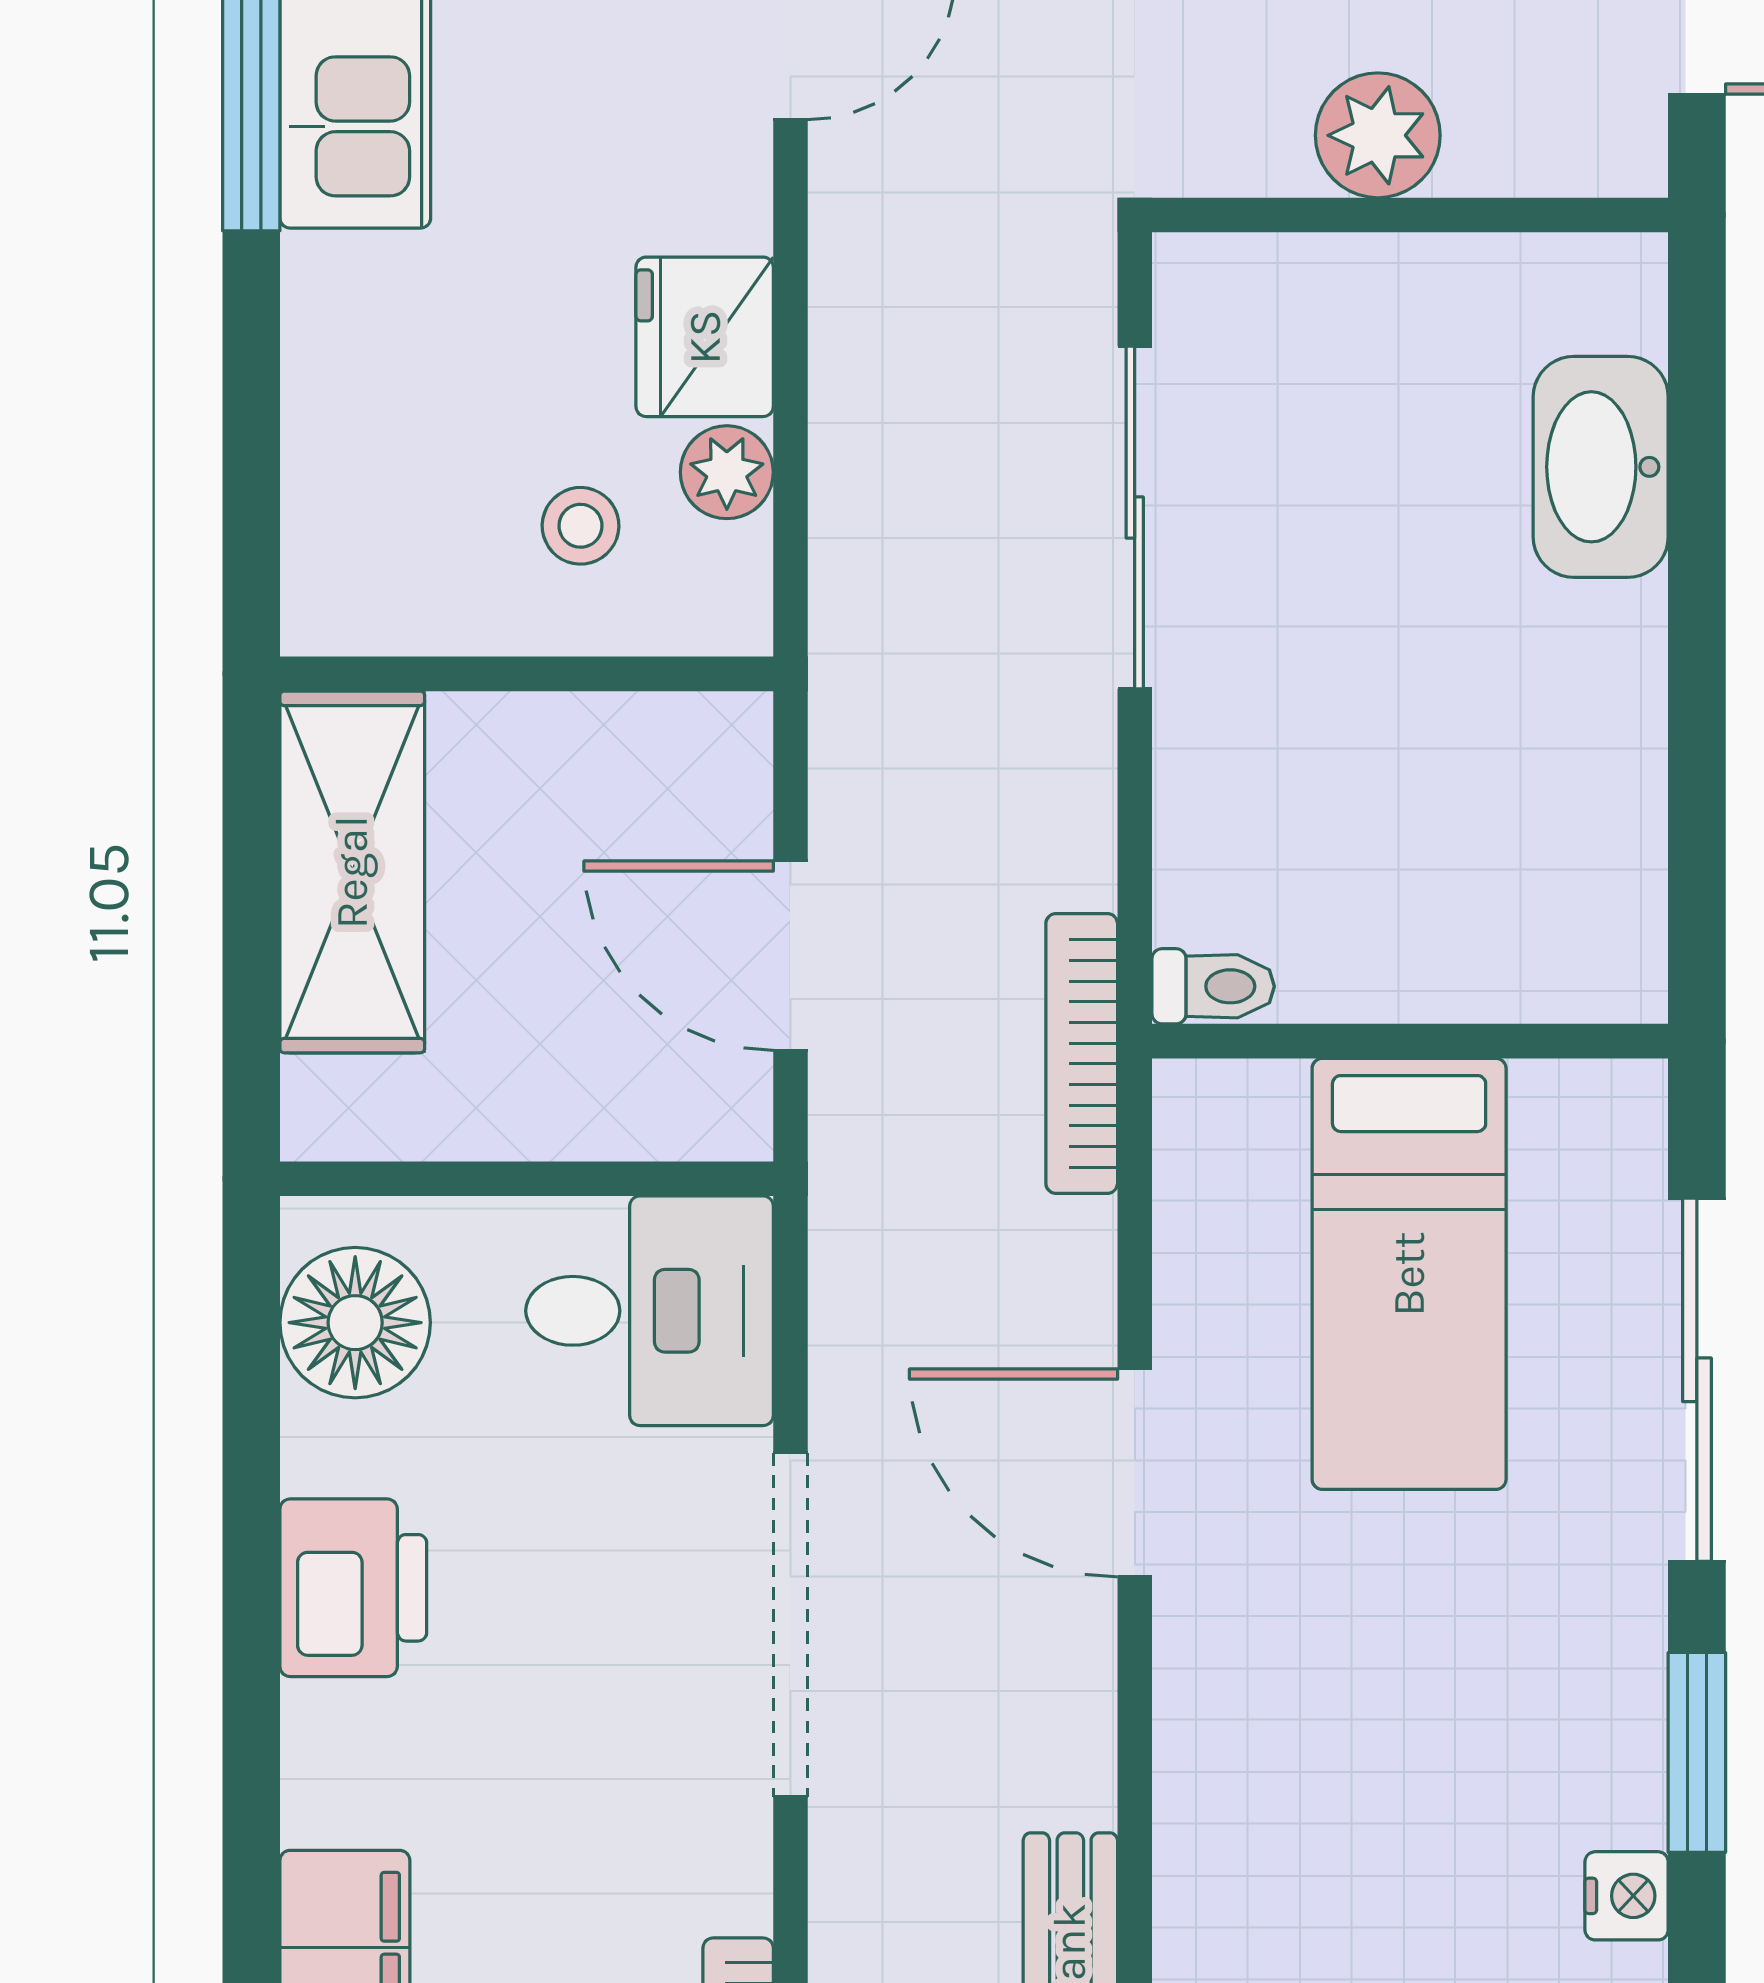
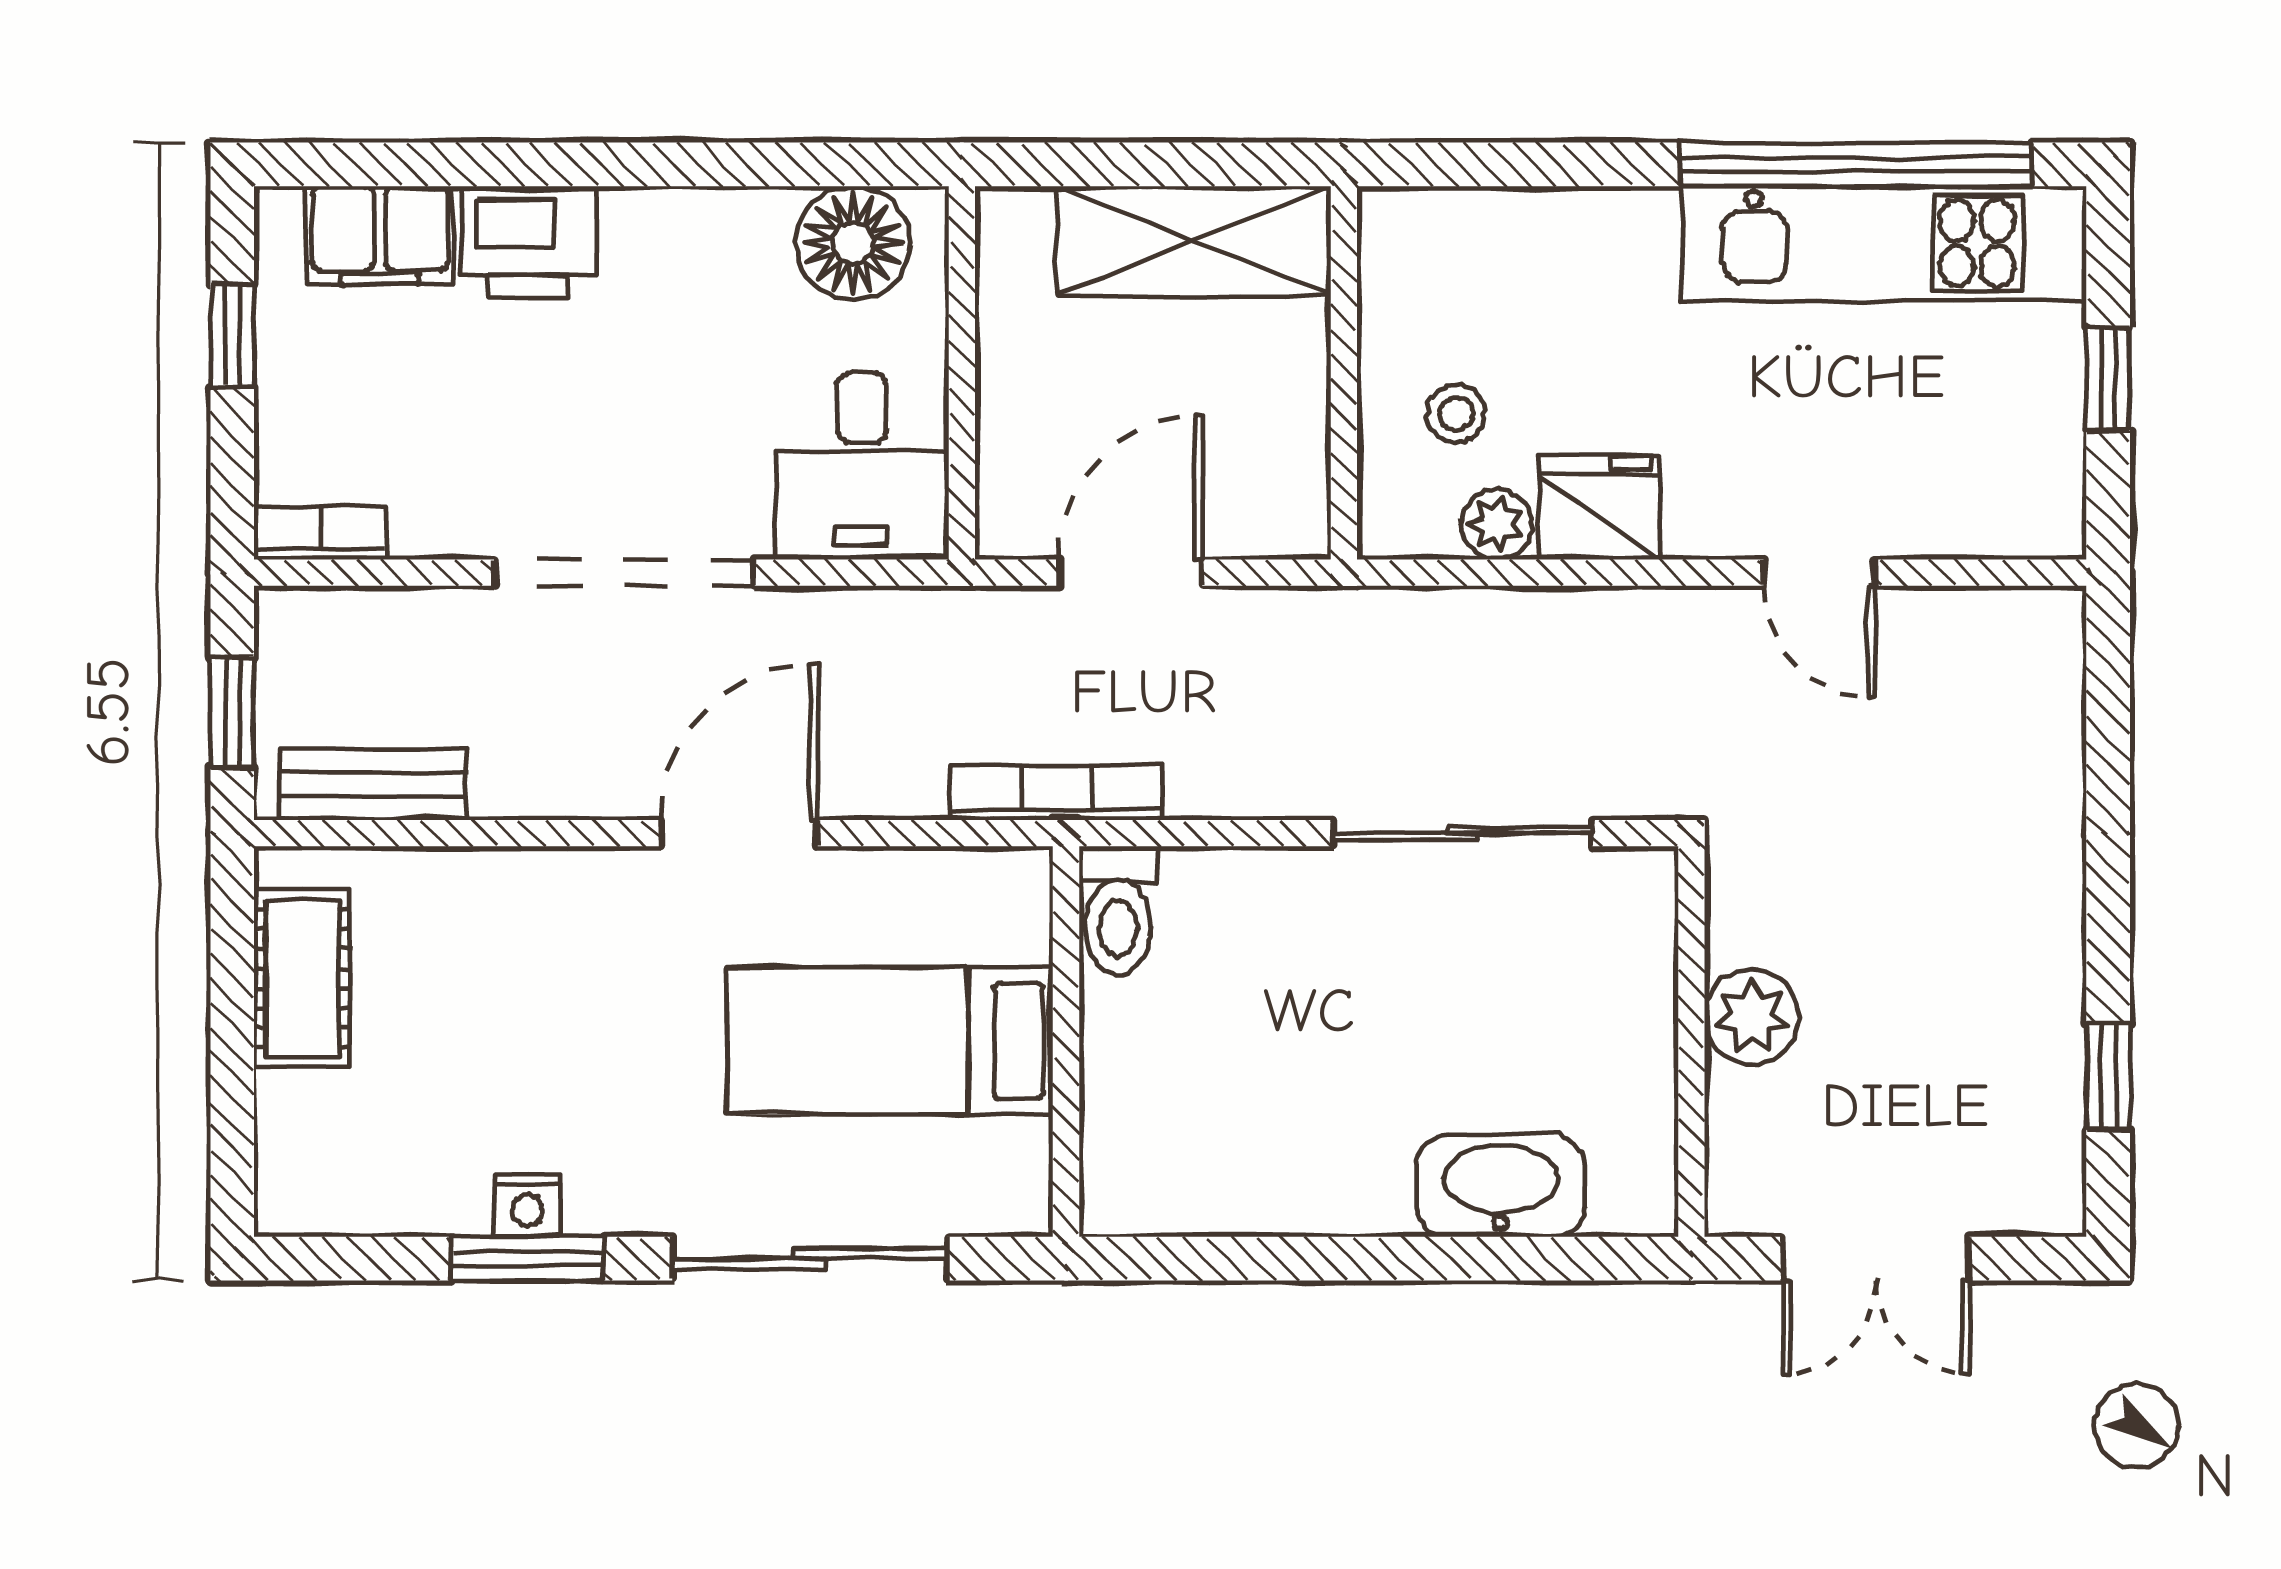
toilet: (1213, 986) -> (1118, 910), width x1.37, depth x1.39
printer: (353, 1588) -> (528, 242), moved
nightstand: (1627, 1896) -> (527, 1205), moved

